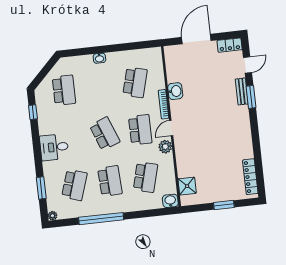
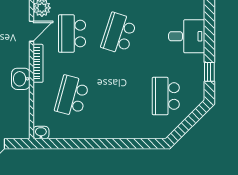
washbasin: (99, 58) -> (41, 133), moved
school desk: (105, 134) -> (119, 33), turned 39
desk: (54, 147) -> (187, 36), moved

